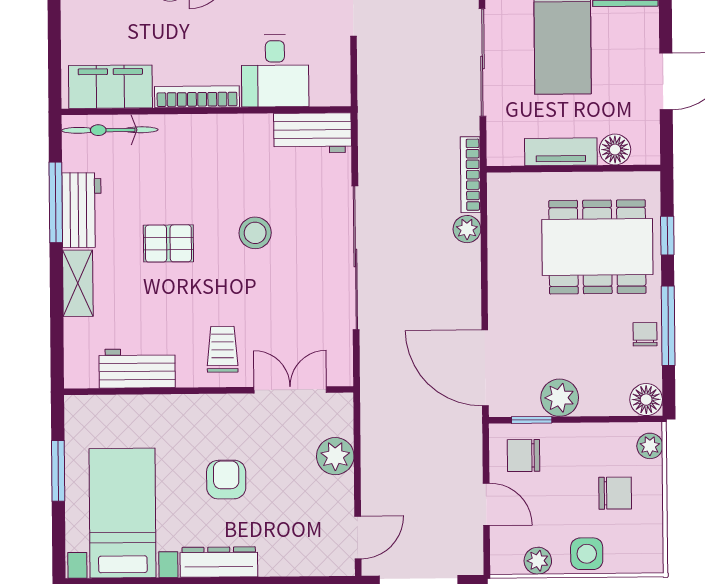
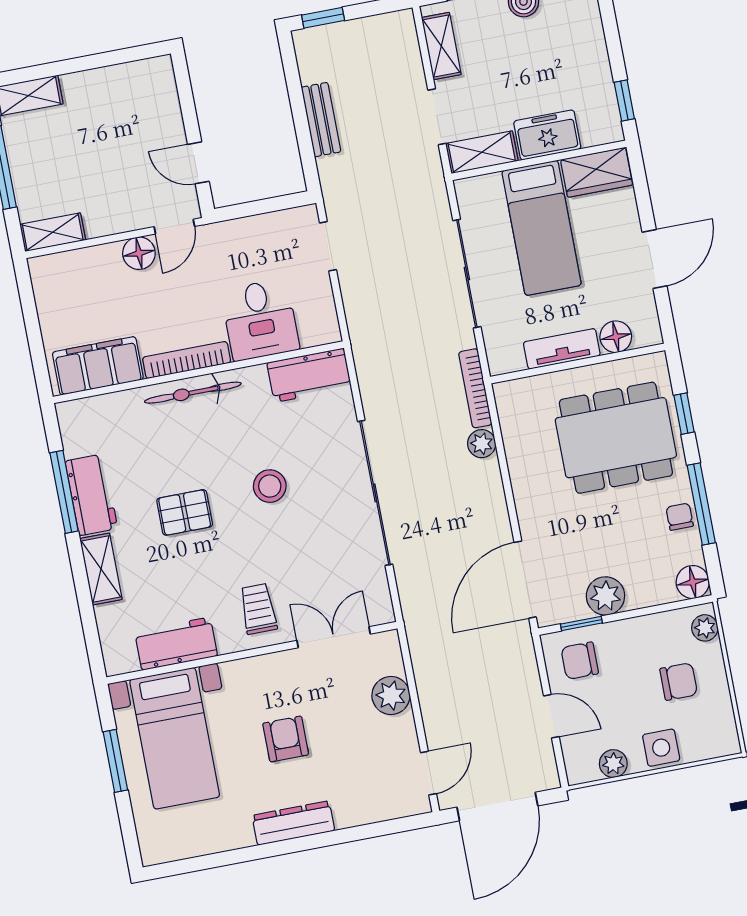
bicycle: (110, 130) -> (193, 393), moved
door: (485, 368) -> (525, 580), hinge flipped
bed with nightstands: (122, 513) -> (175, 738), moved, turned 180

